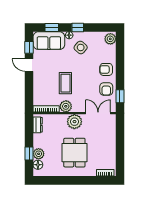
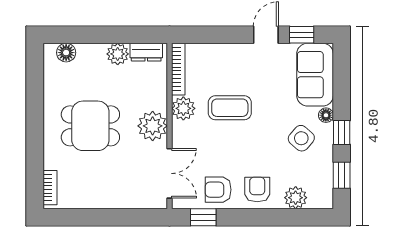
window: (52, 27) -> (342, 175), moved
plant: (110, 39) -> (296, 198), moved
window: (29, 153) -> (89, 35), removed
plant: (39, 154) -> (118, 54), moved

